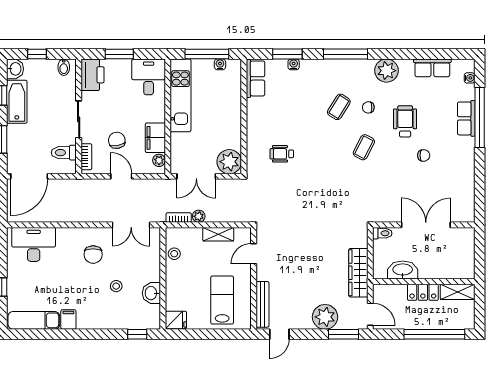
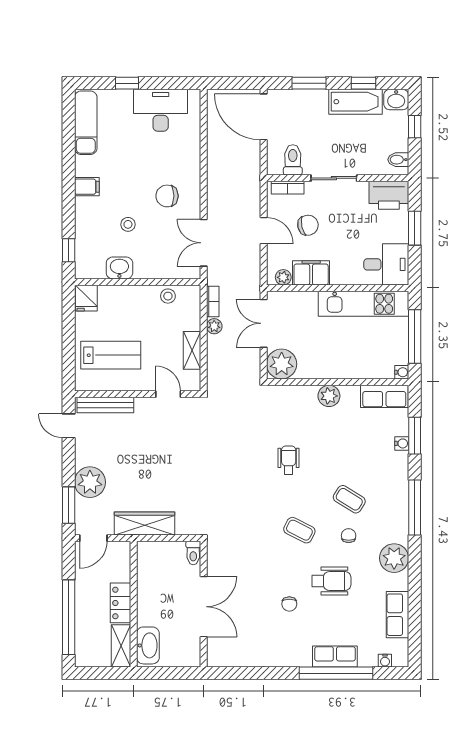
water cooler: (220, 64) -> (402, 372), moved
plant: (255, 123) -> (329, 396), added
wheelchair: (282, 154) -> (289, 460), moved
door: (121, 176) -> (264, 231), hinge flipped
desk: (34, 244) -> (161, 110), moved, turned -90
washbasin: (403, 270) -> (148, 645), moved
filing cabinet: (68, 319) -> (87, 187), moved

